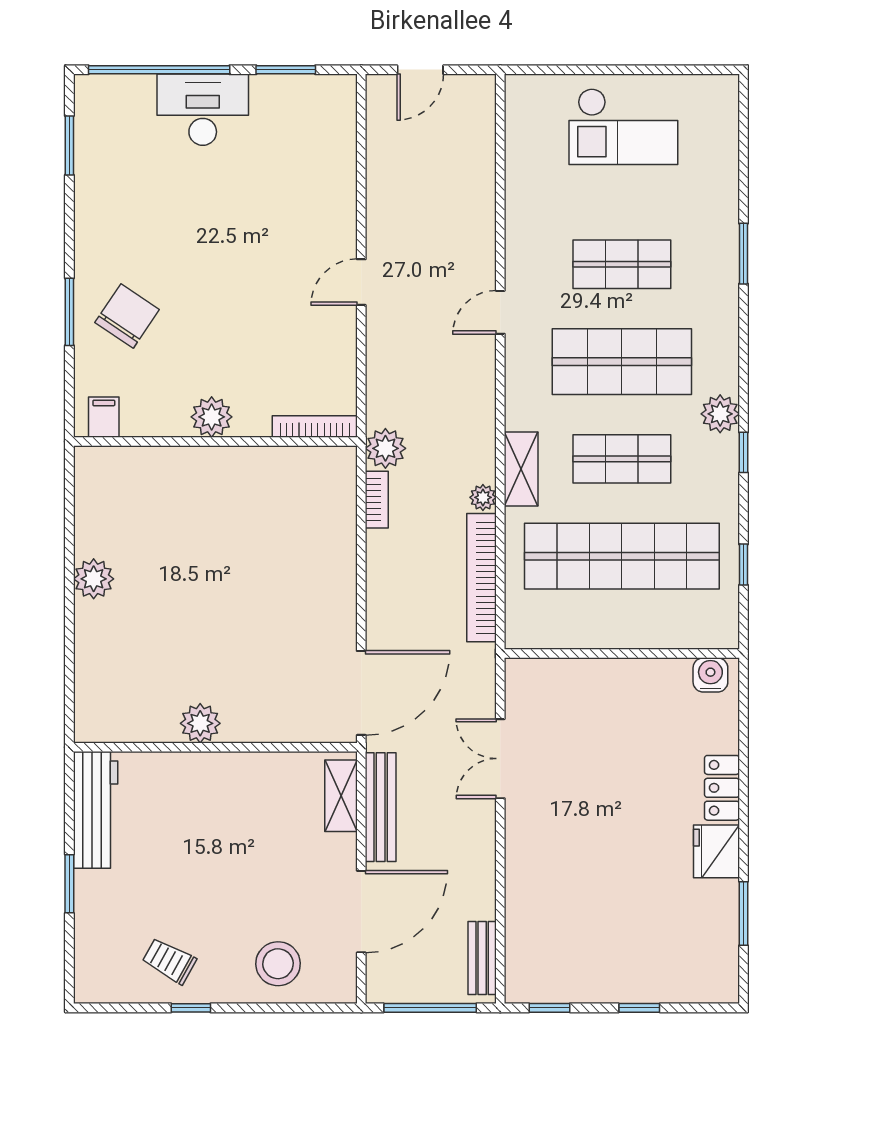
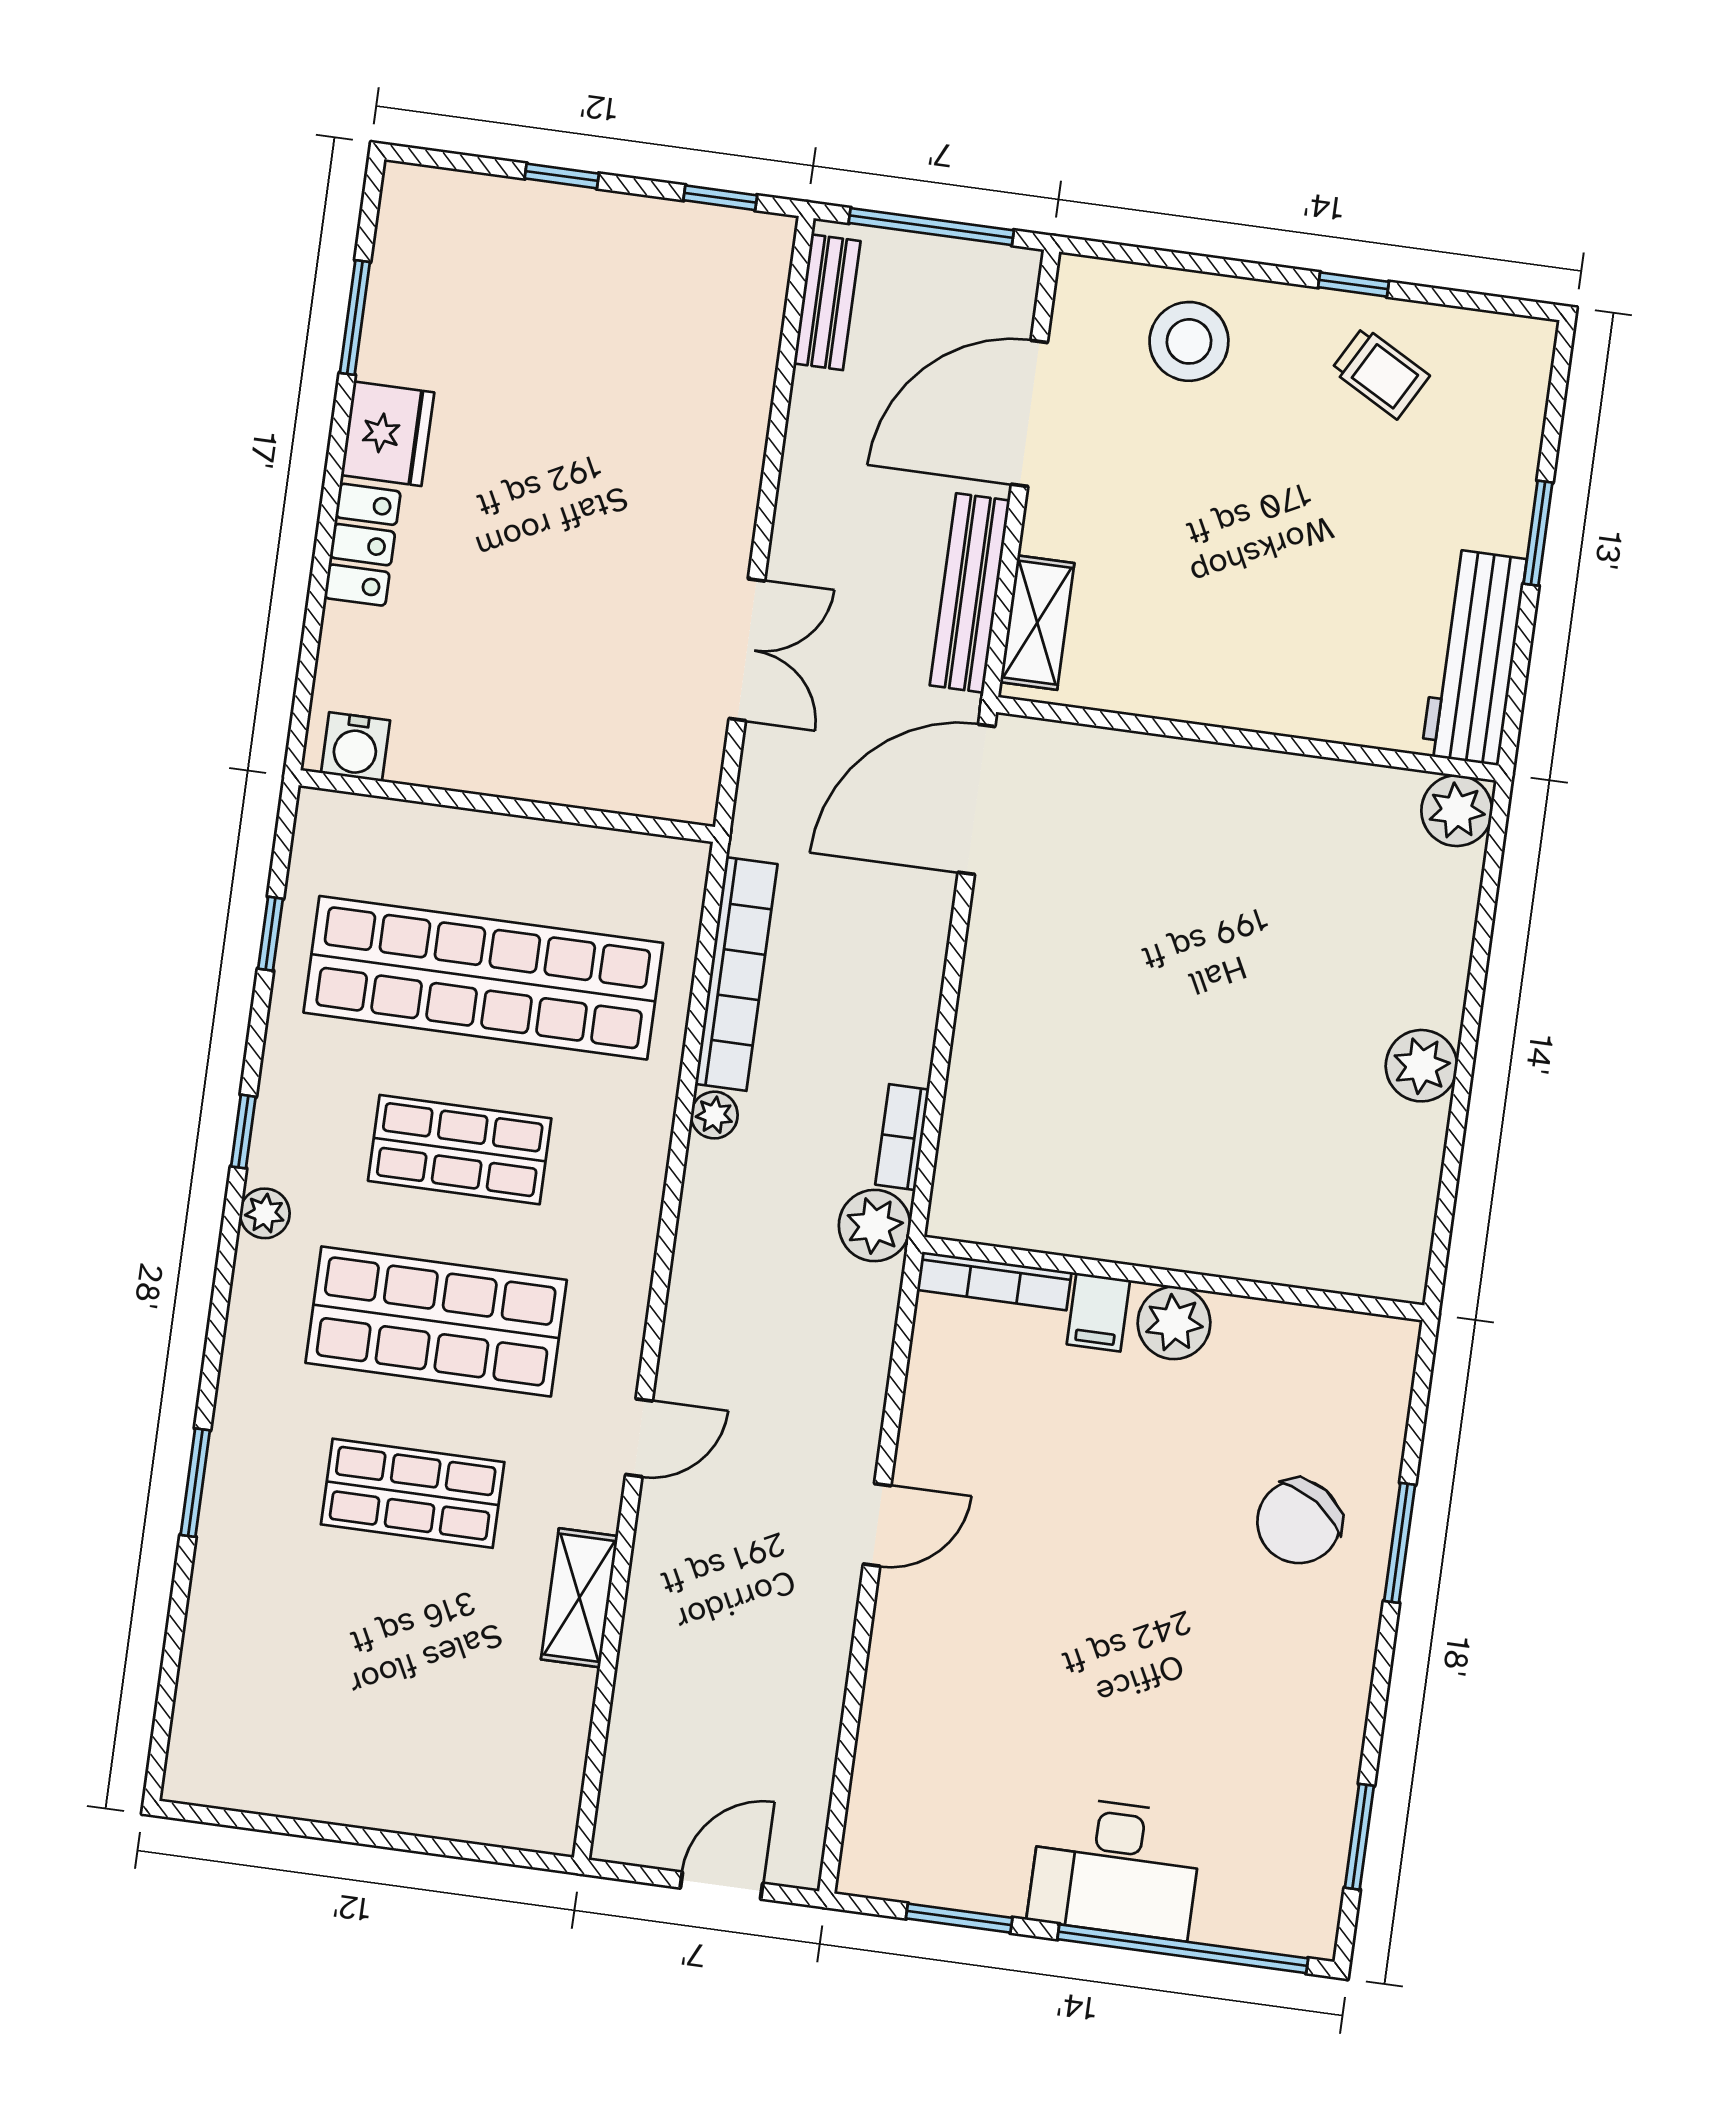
checkout: (623, 126) -> (377, 1736), removed
plant: (720, 414) -> (265, 1213), width x0.73, depth x0.73
filing cabinet: (104, 417) -> (1098, 1312), moved
shelving: (521, 469) -> (579, 1598), moved
plant: (200, 723) -> (1457, 811), moved

